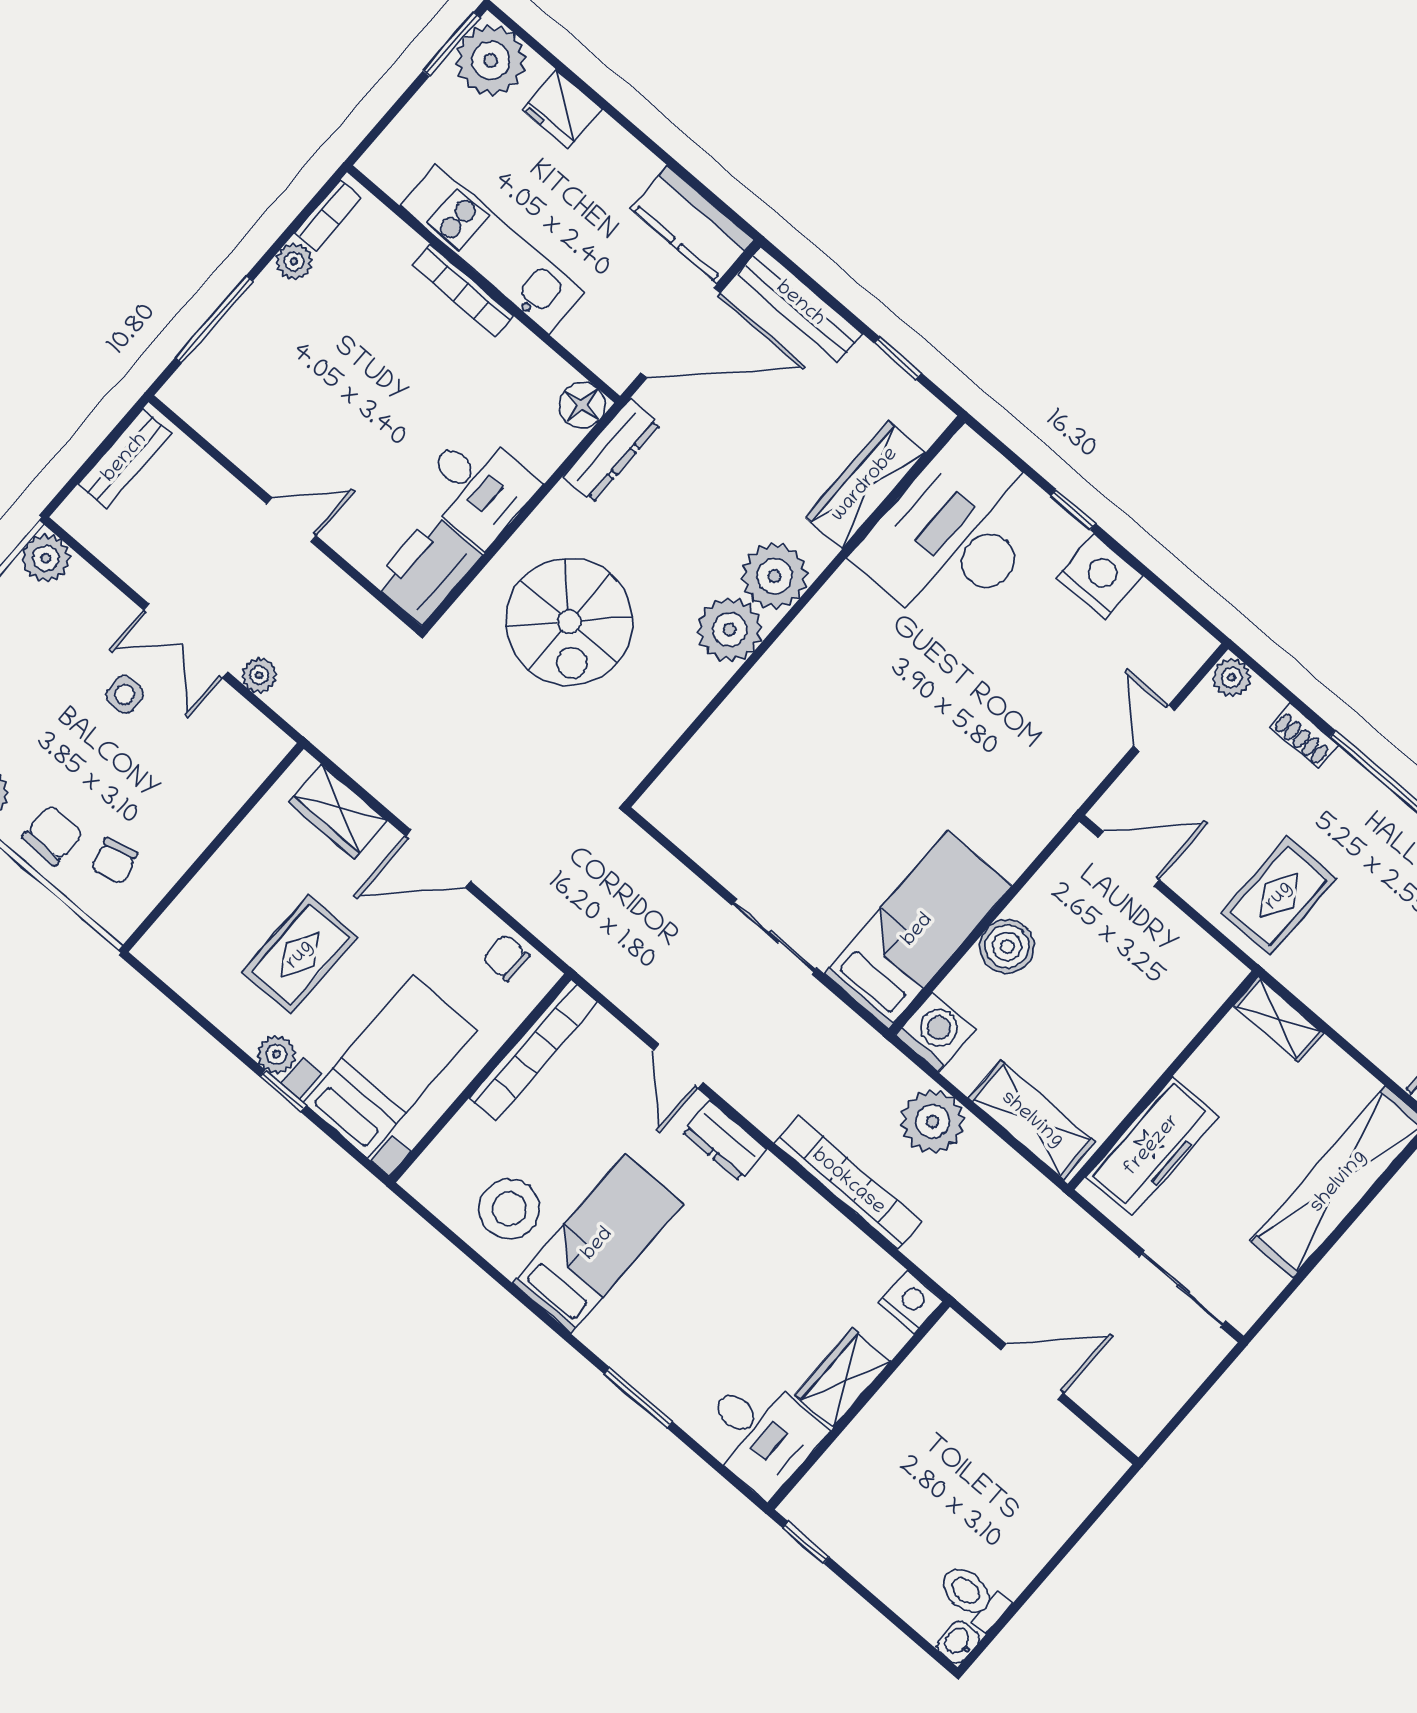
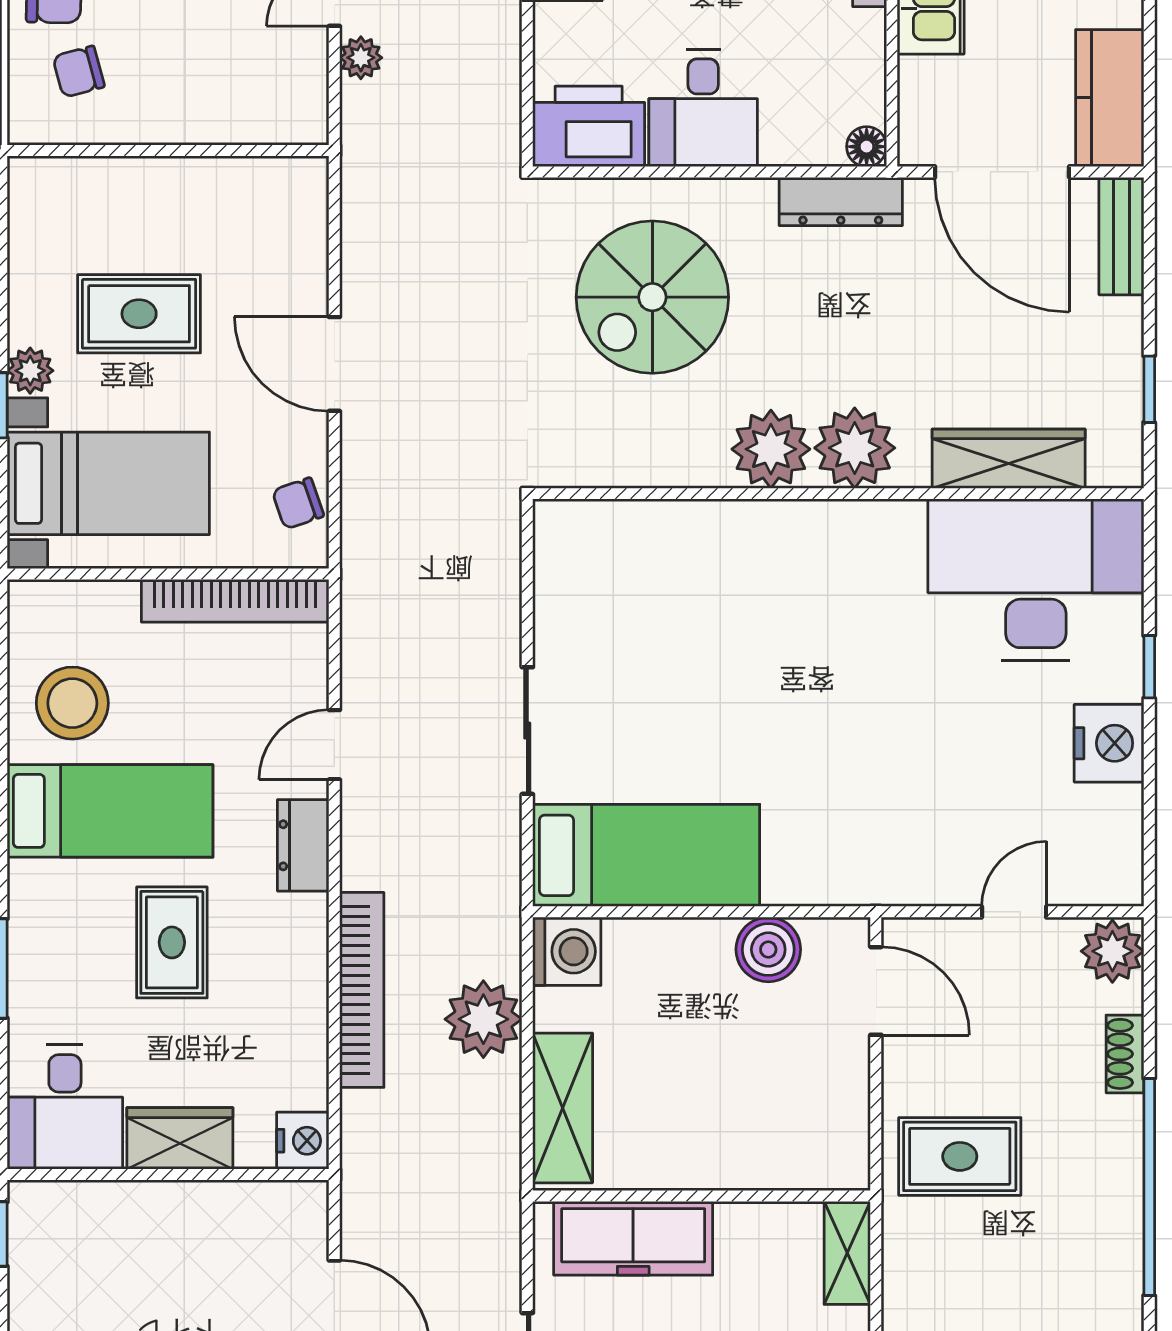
bench: (800, 304) -> (1121, 236), width x0.73
floor lamp: (582, 405) -> (867, 147), width x0.73, depth x0.73
plant: (1232, 677) -> (1112, 951), width x1.38, depth x1.38
wardrobe: (338, 812) -> (299, 236), removed
boiler: (1007, 946) -> (768, 950), moved
chair: (506, 958) -> (298, 503), turned -109
rug: (715, 1276) -> (172, 942), added

